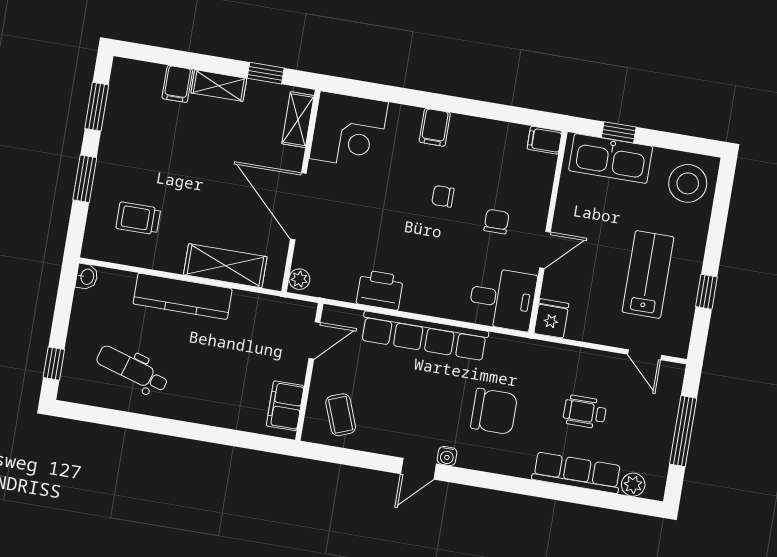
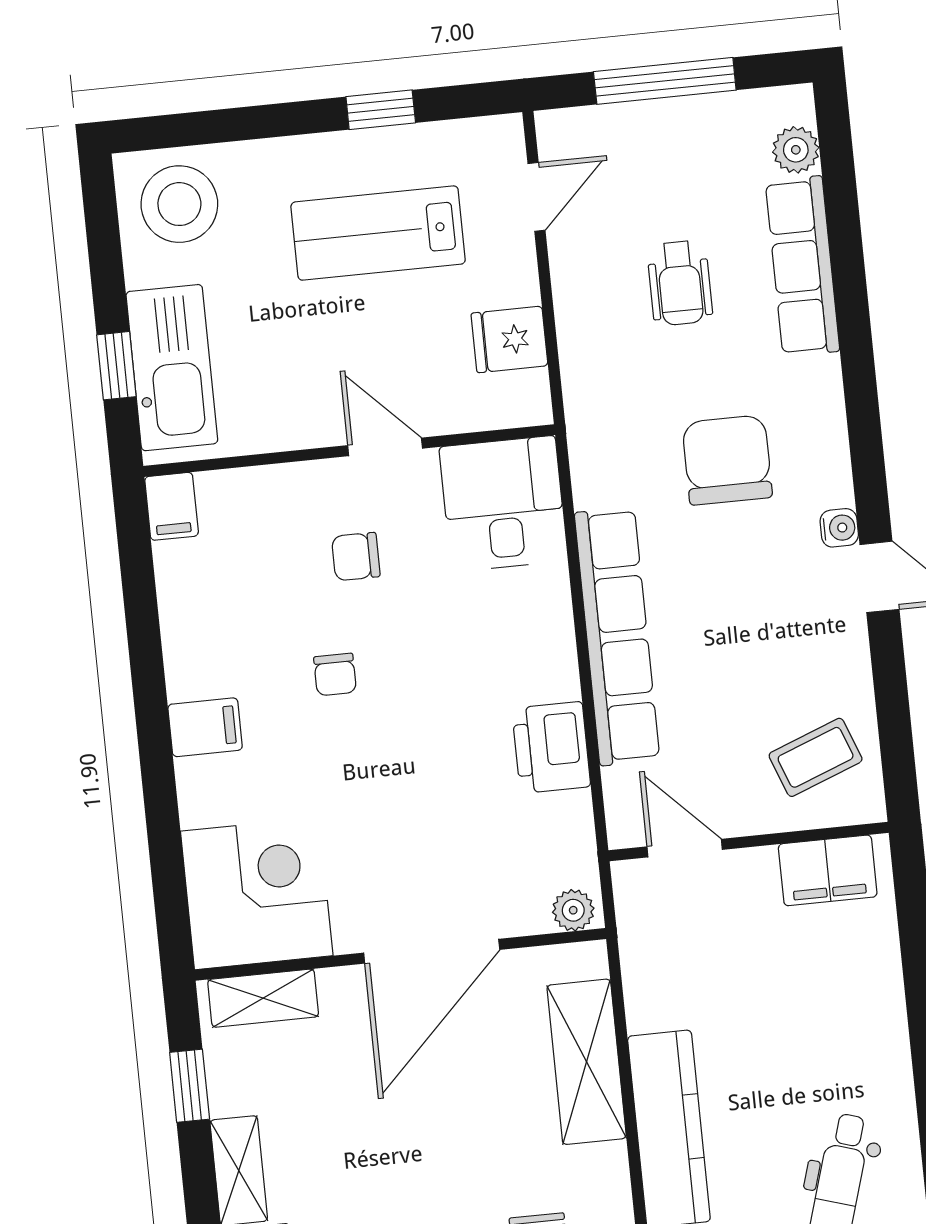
fridge: (551, 318) -> (509, 339), moved

